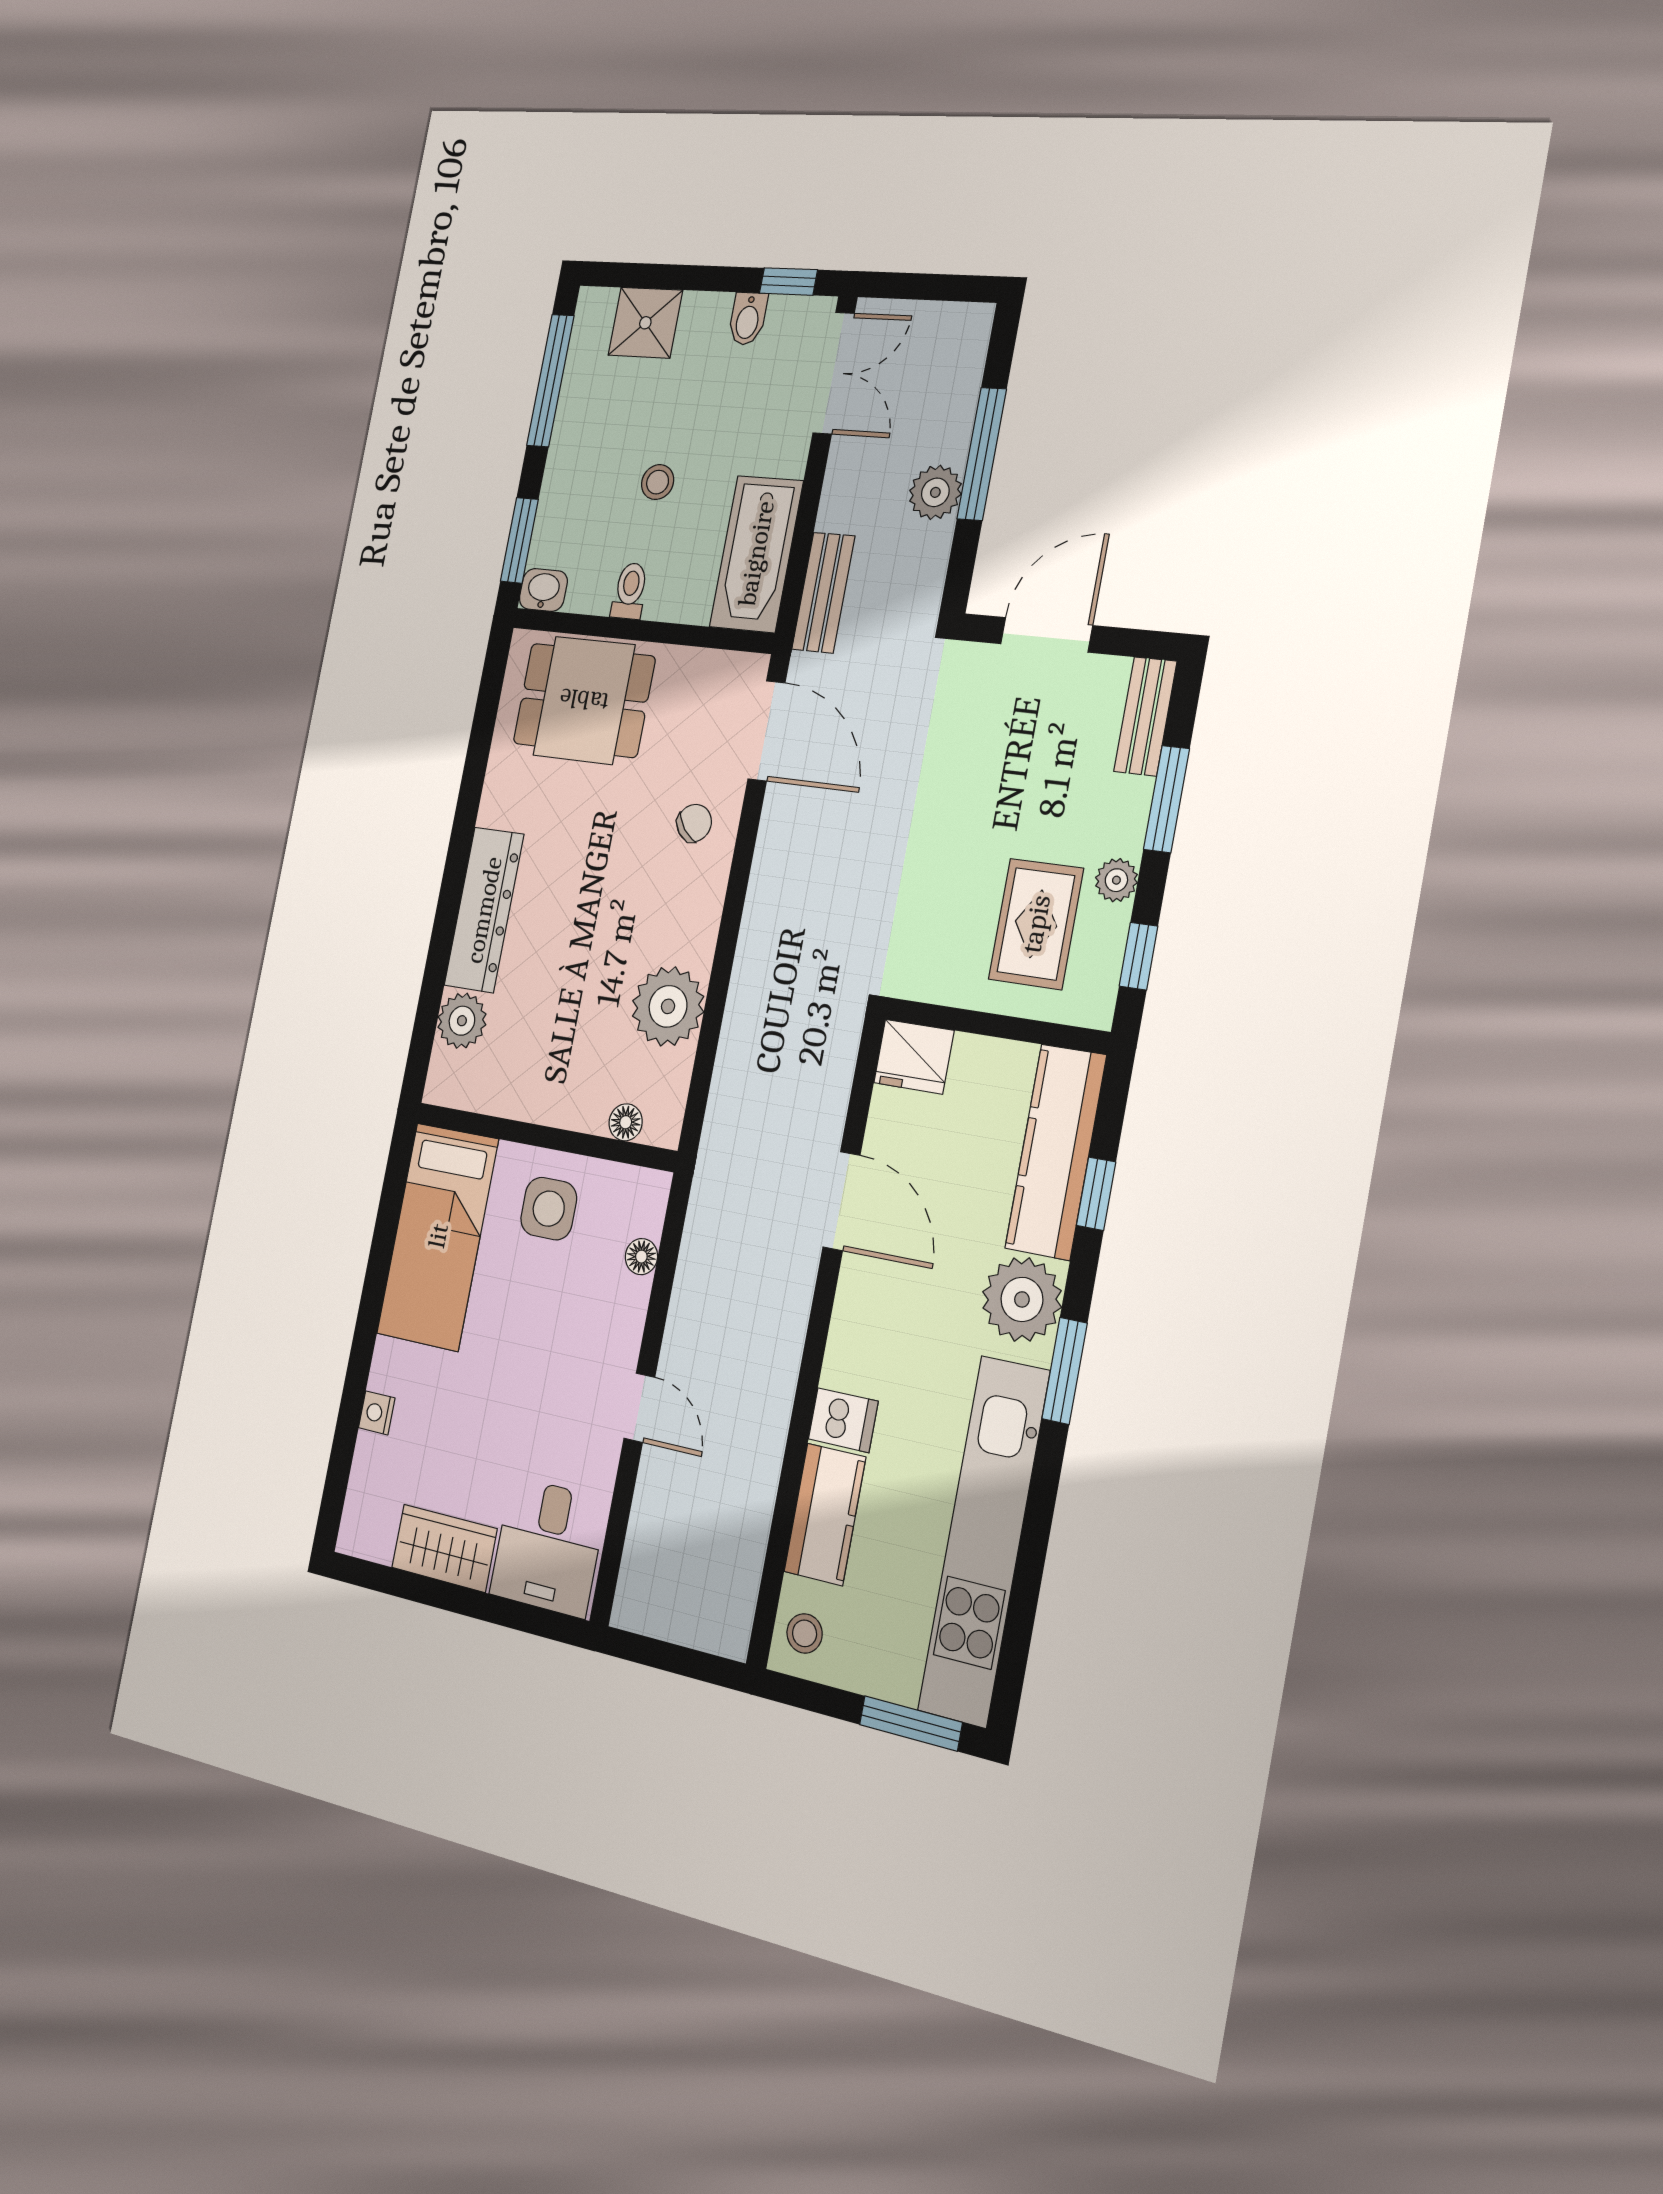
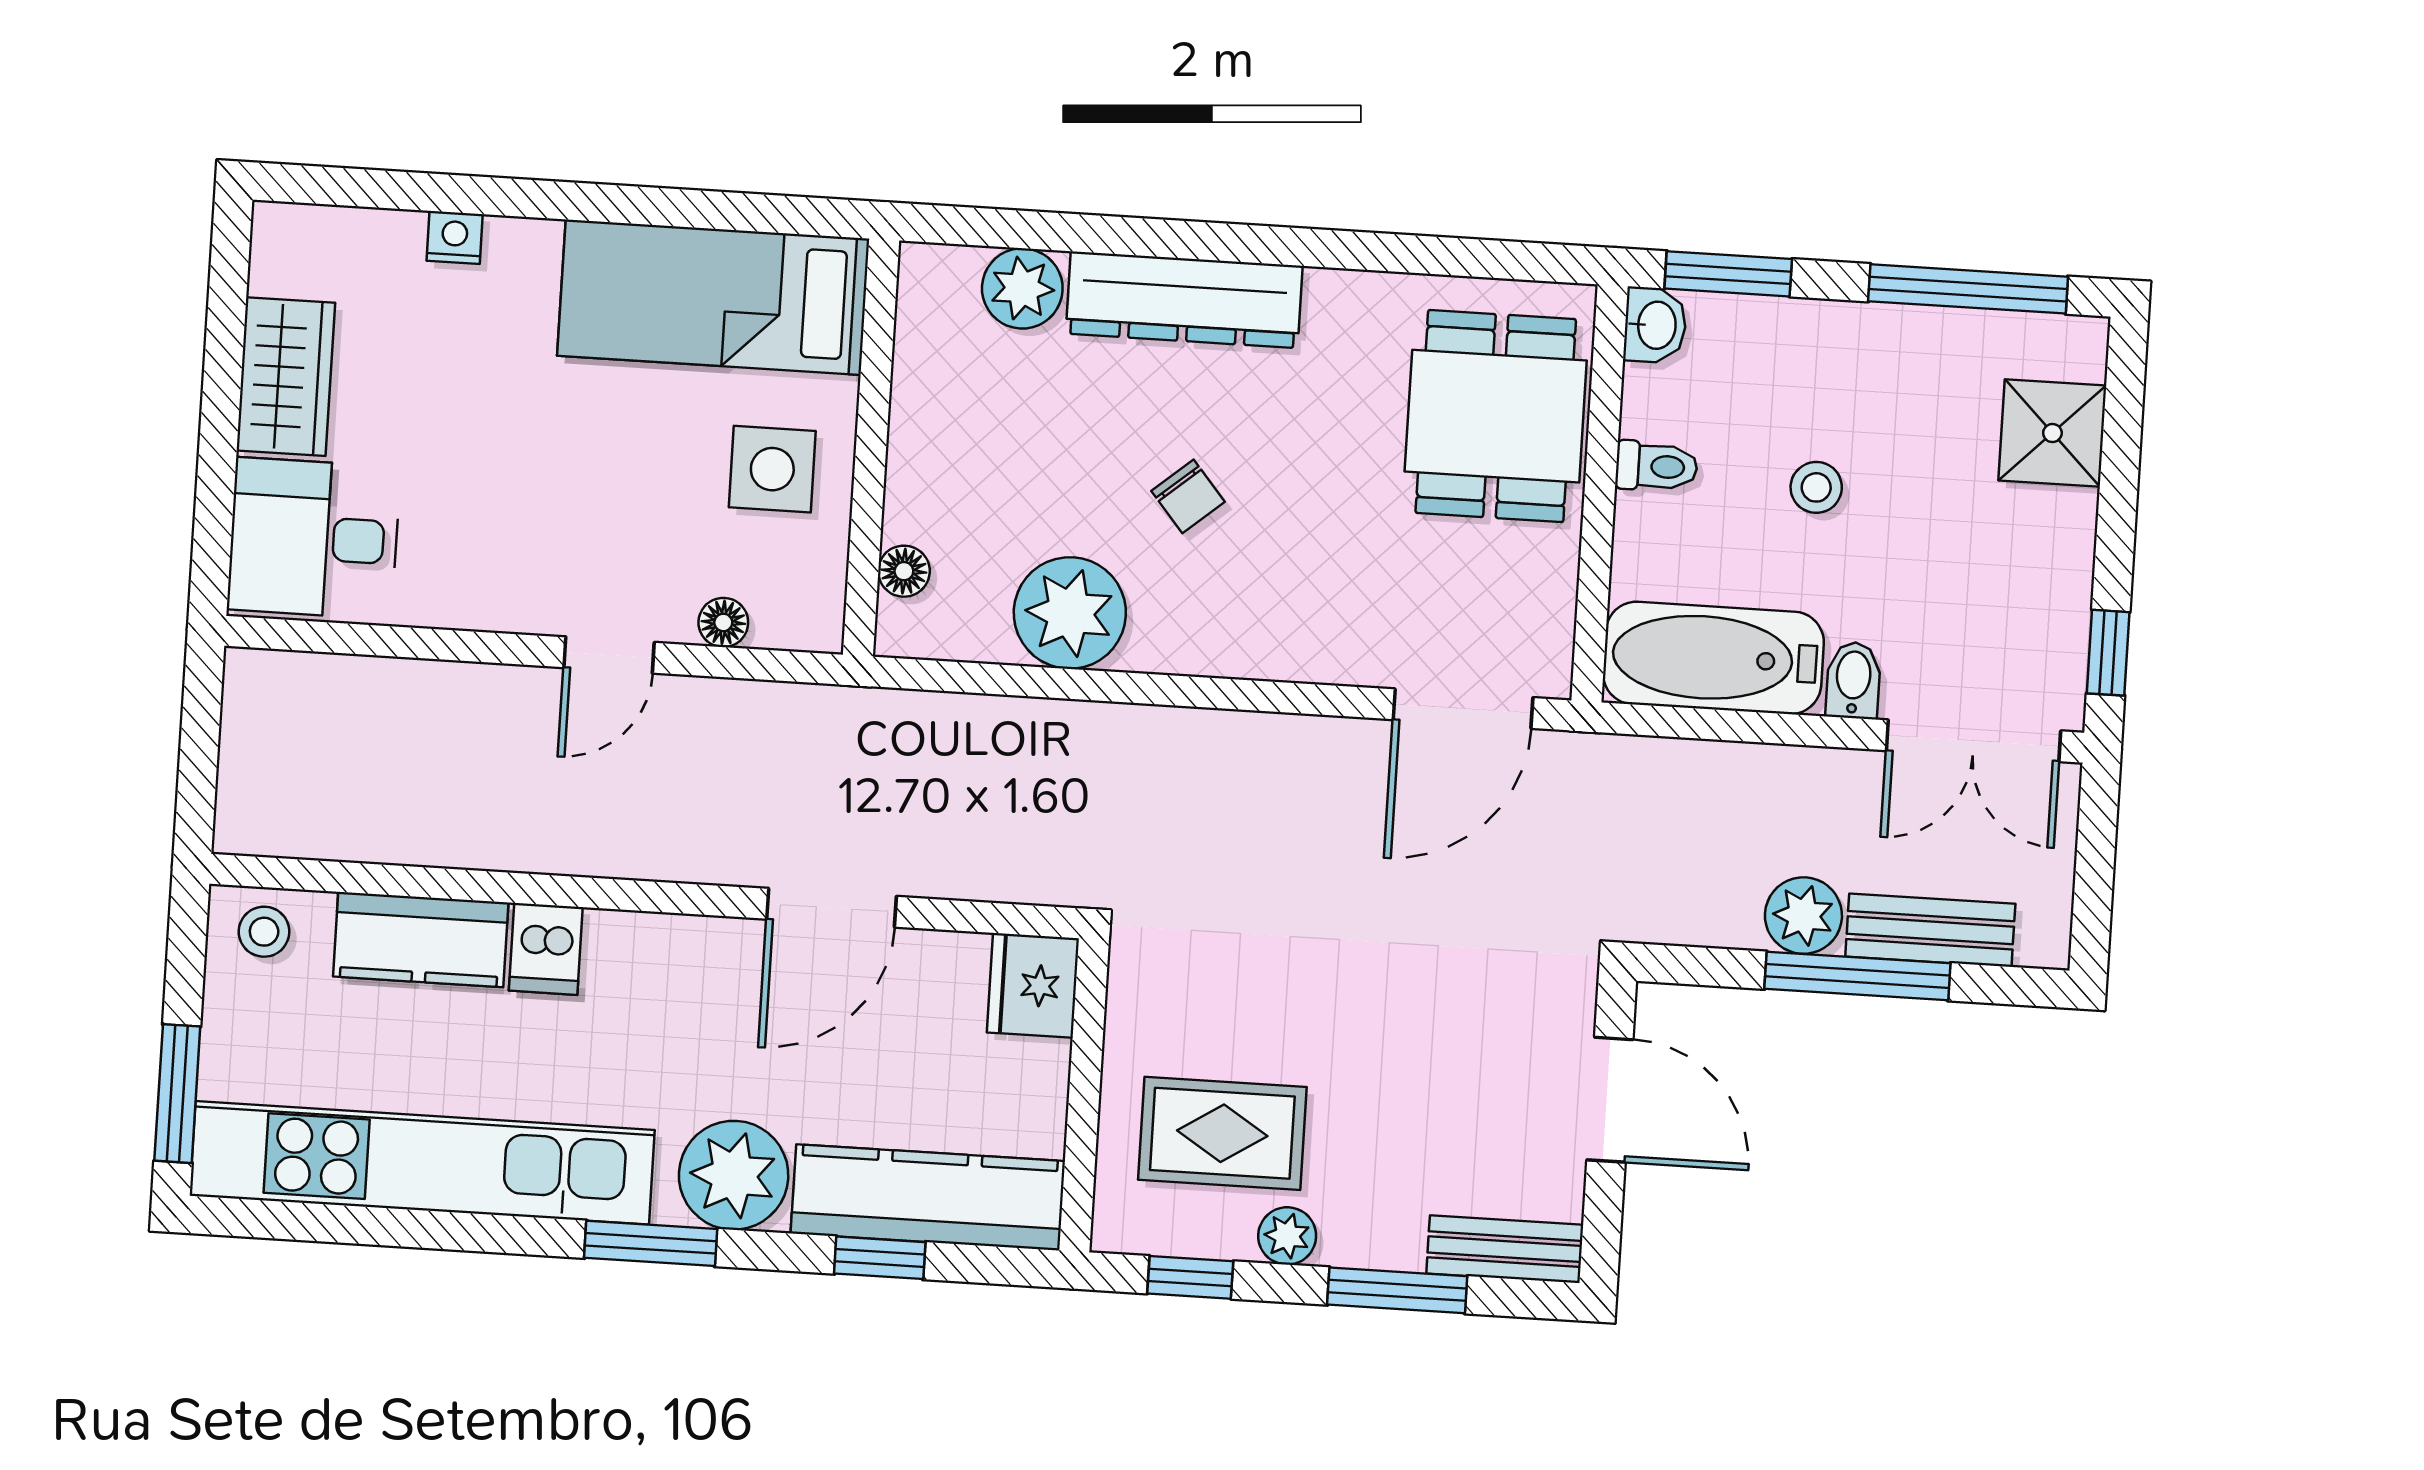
bidet: (748, 319) -> (1853, 680), moved, turned 90
bench: (823, 593) -> (1930, 930), moved
chair: (694, 823) -> (1188, 496), moved
door: (639, 1408) -> (609, 655), moved

